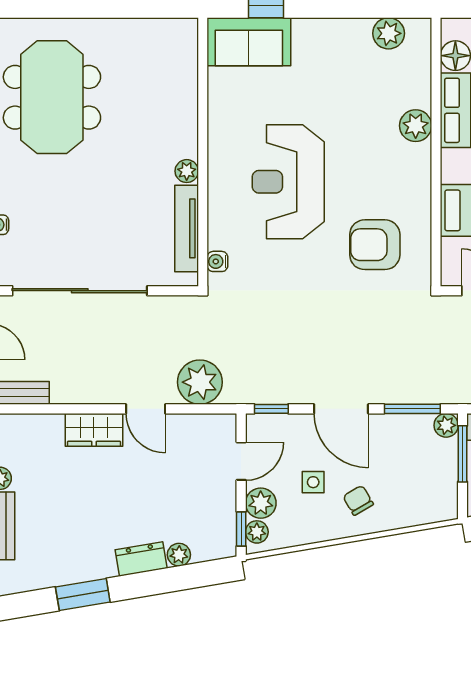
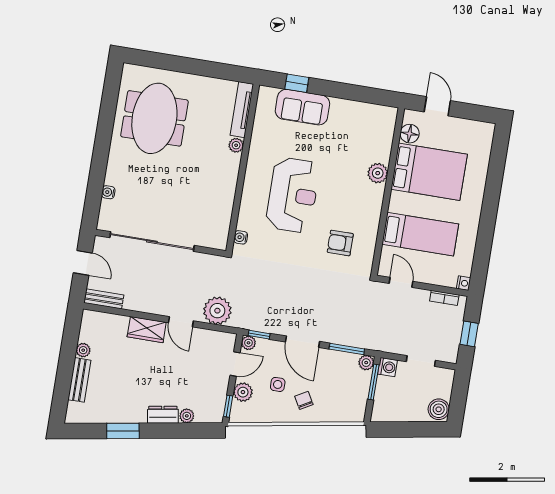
plant: (389, 33) -> (370, 113), removed
sofa: (249, 42) -> (302, 107), moved
plant: (187, 171) -> (236, 145), moved
reception desk: (288, 182) -> (293, 195), turned 180
tv unit: (187, 228) -> (242, 110), moved
armchair: (375, 245) -> (340, 243), width x0.72, depth x0.72
plant: (257, 532) -> (248, 343), moved

